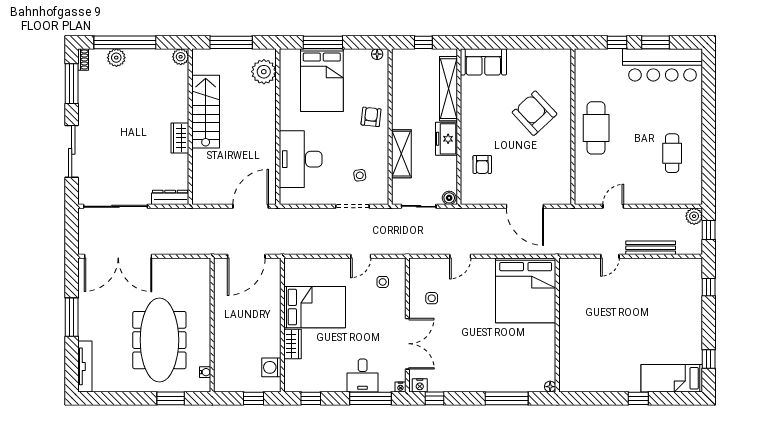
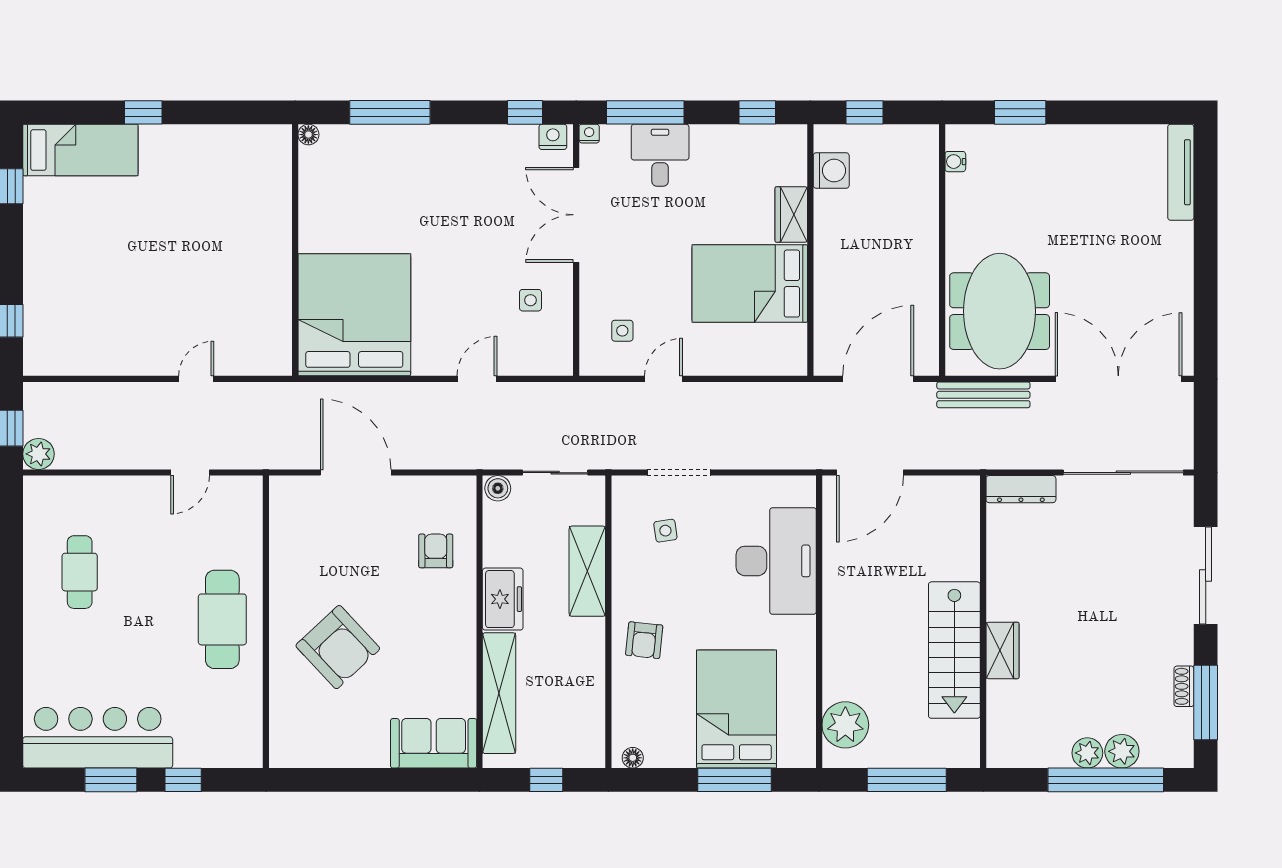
plant: (181, 57) -> (1087, 753), moved
shoe rack: (83, 59) -> (1184, 686), moved
wardrobe: (180, 138) -> (1002, 650), moved
bench: (651, 248) -> (983, 395), moved
window: (72, 317) -> (1206, 265), removed
meeting table: (159, 340) -> (1000, 311), moved, width x0.73

